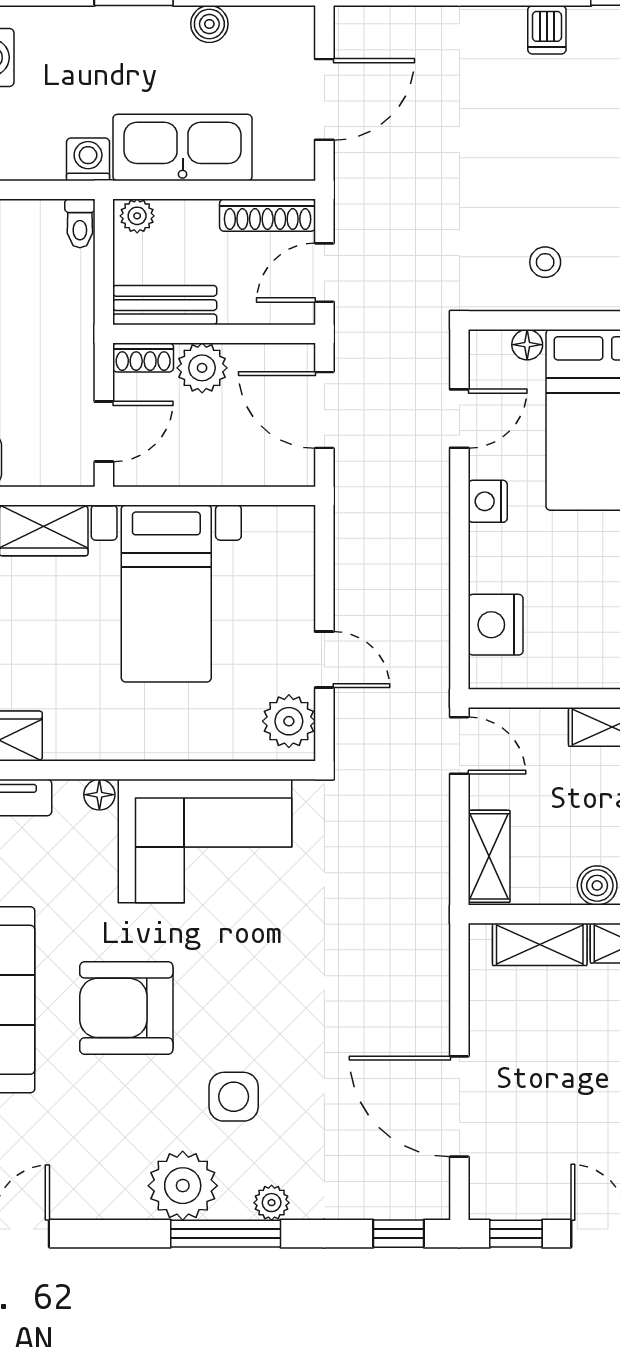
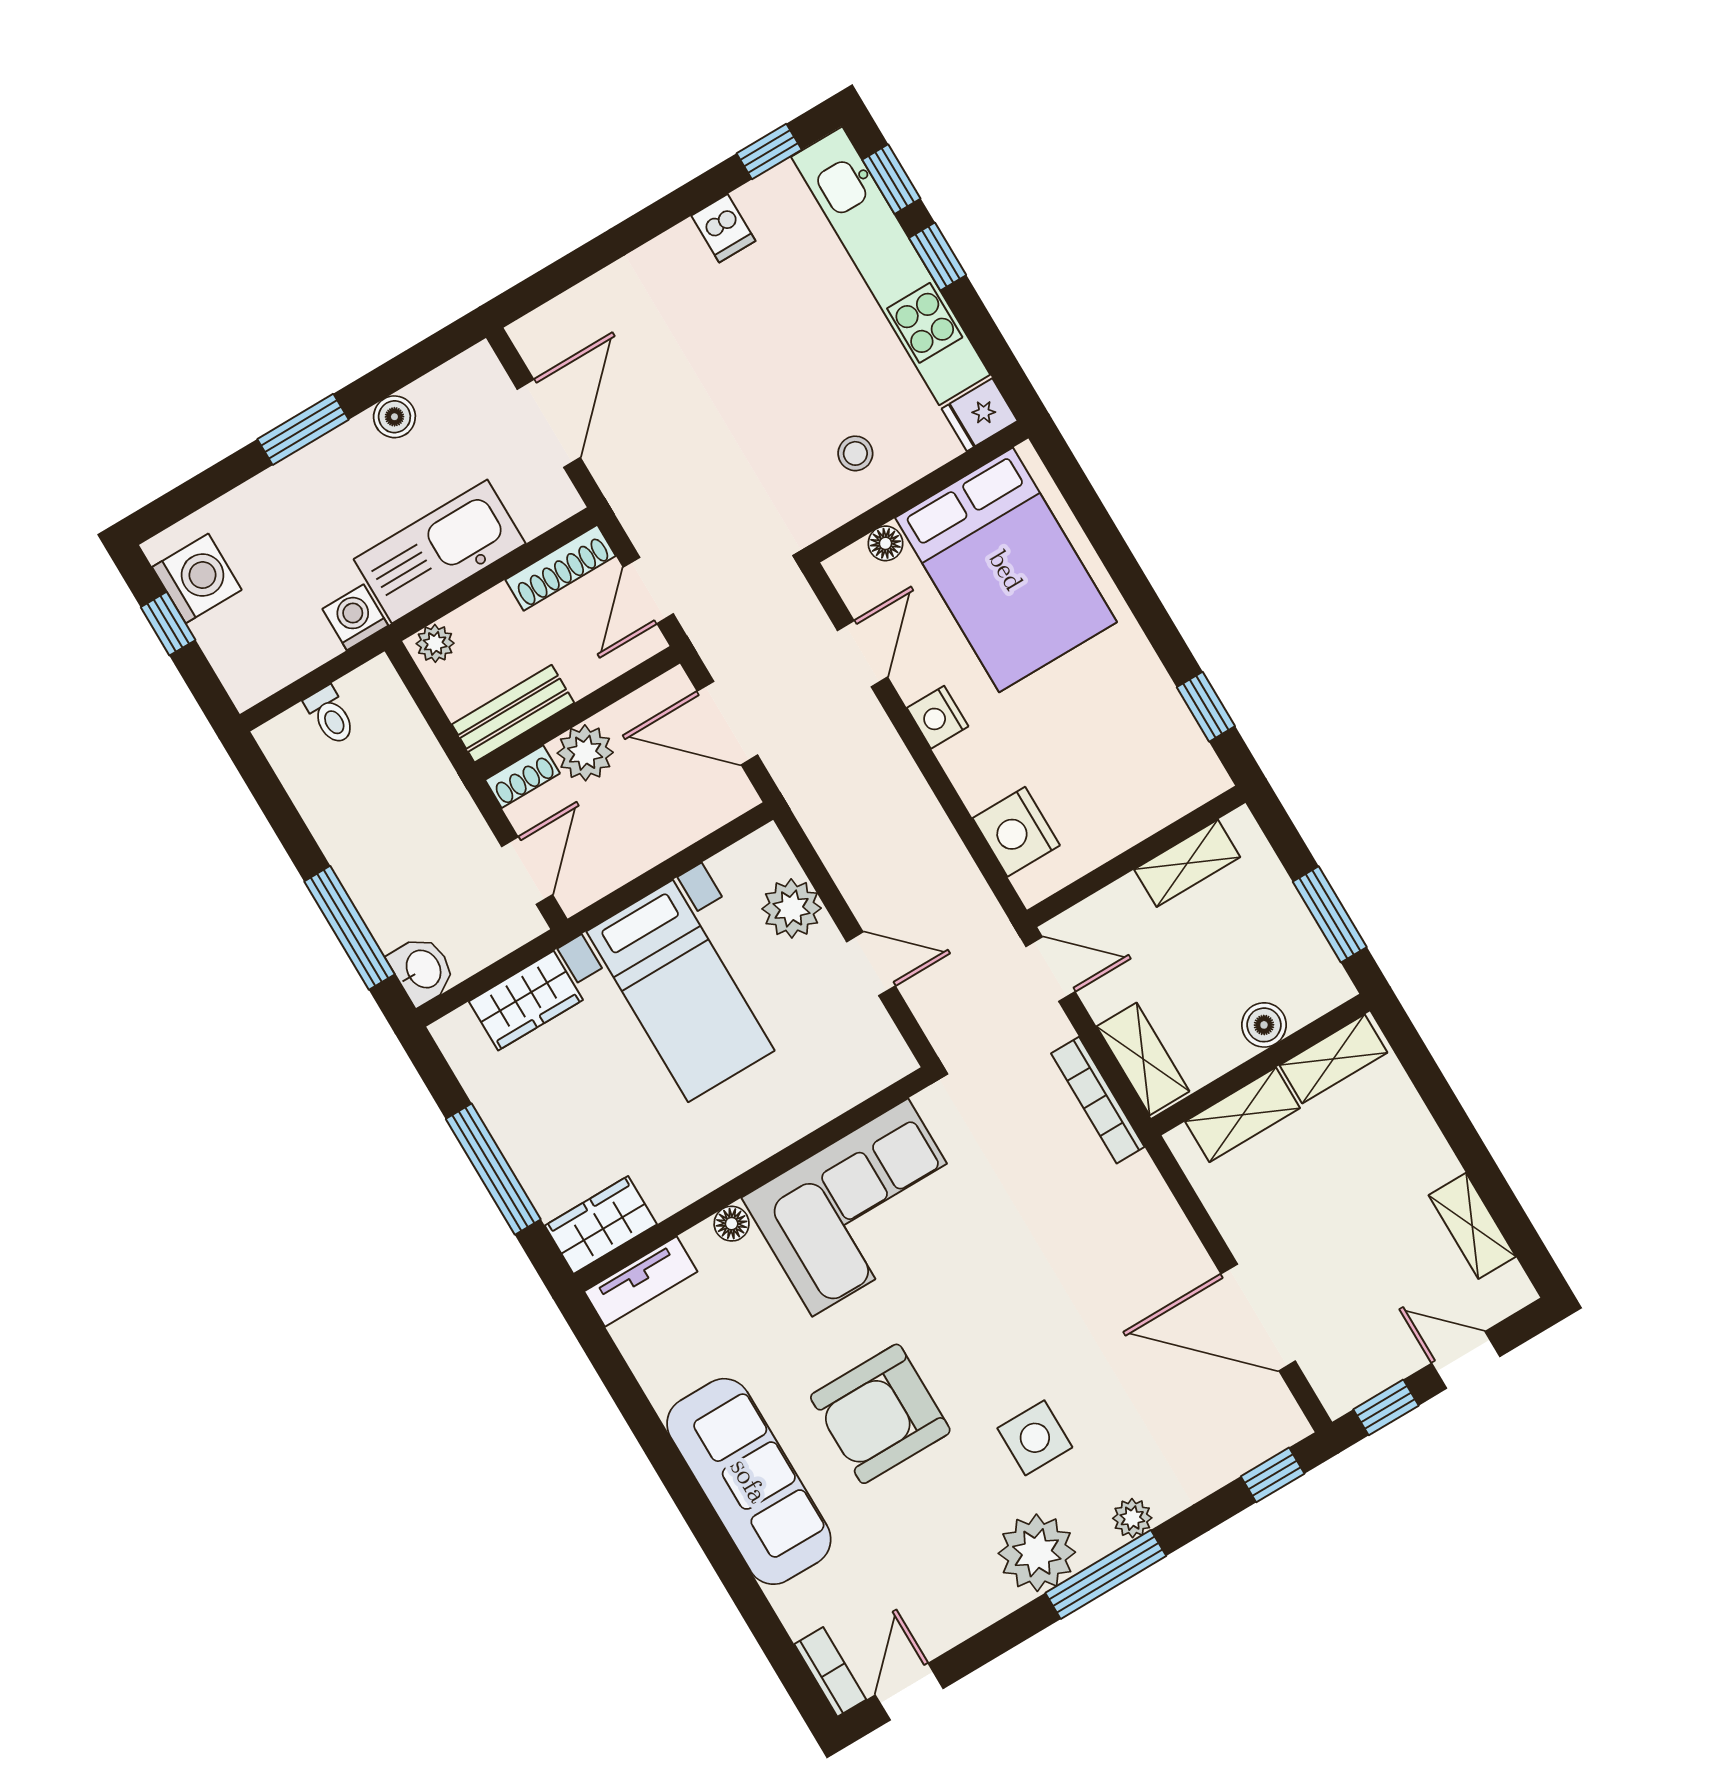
toilet: (80, 223) -> (330, 716), moved
plant: (289, 721) -> (792, 908), moved
bookcase: (436, 867) -> (1098, 1100), added

